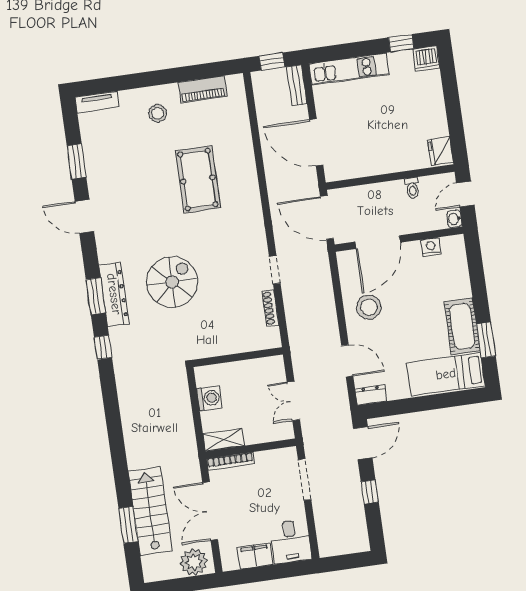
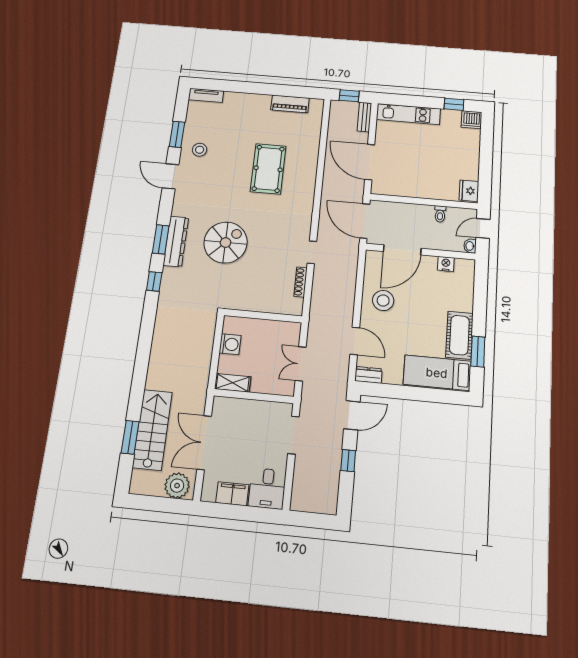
stool: (158, 113) -> (200, 150), moved
bookcase: (230, 461) -> (233, 403), removed

